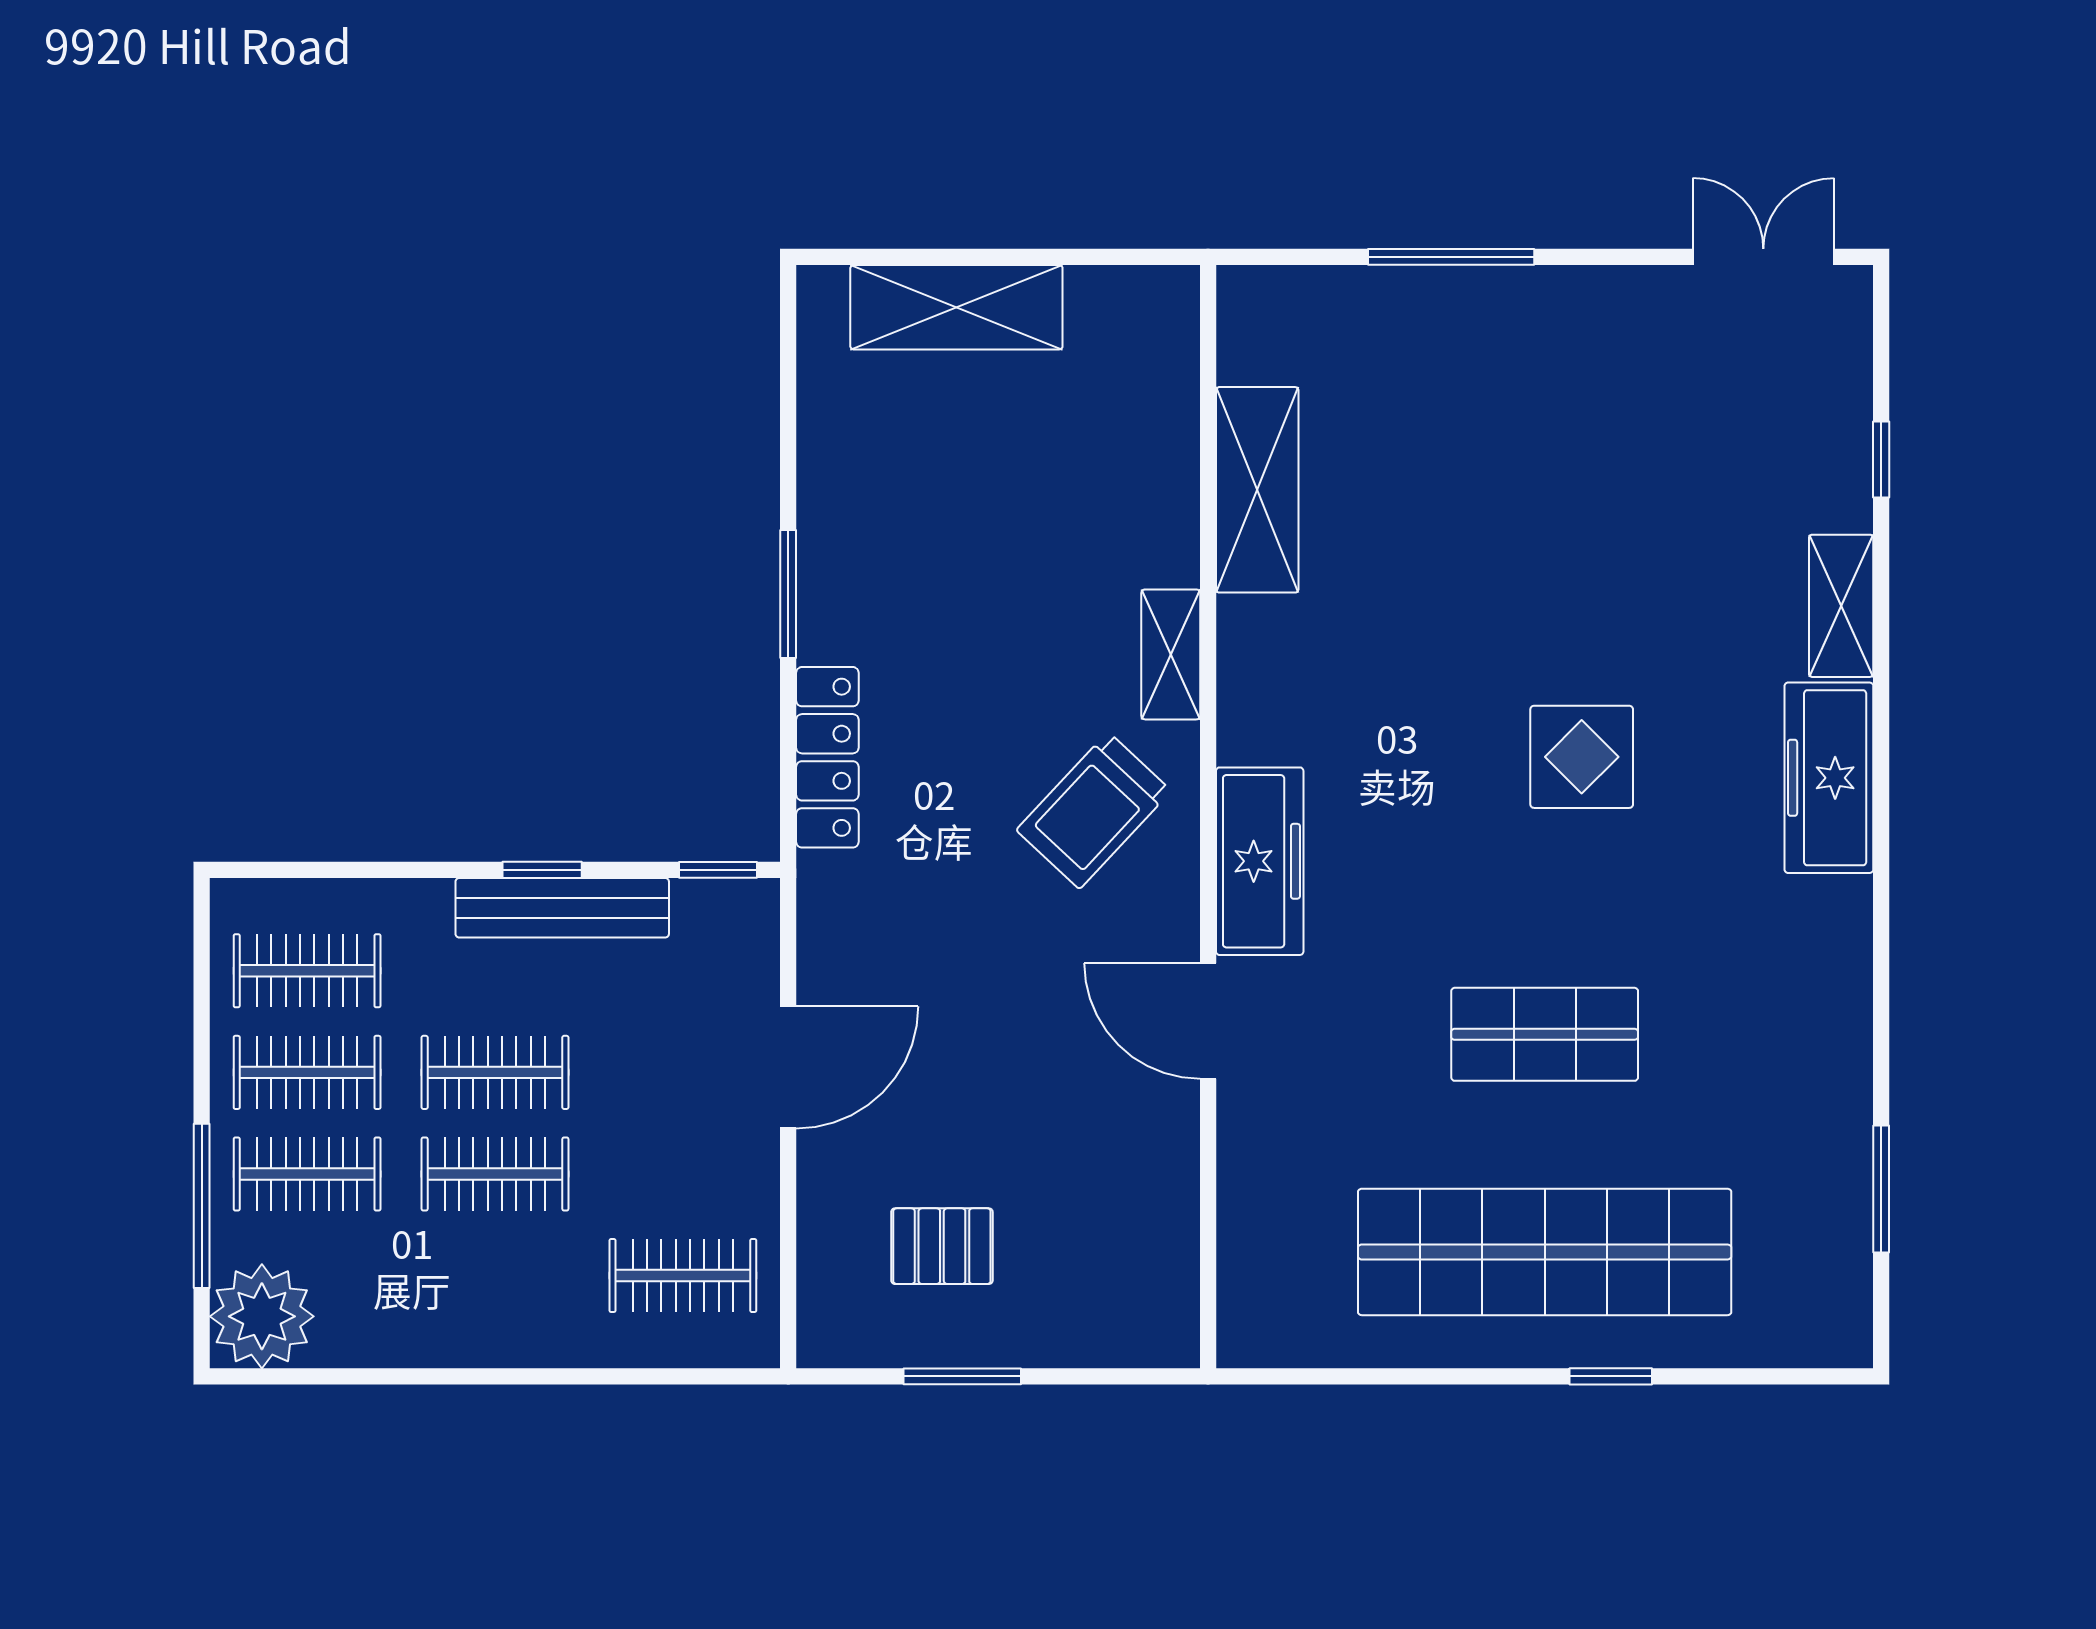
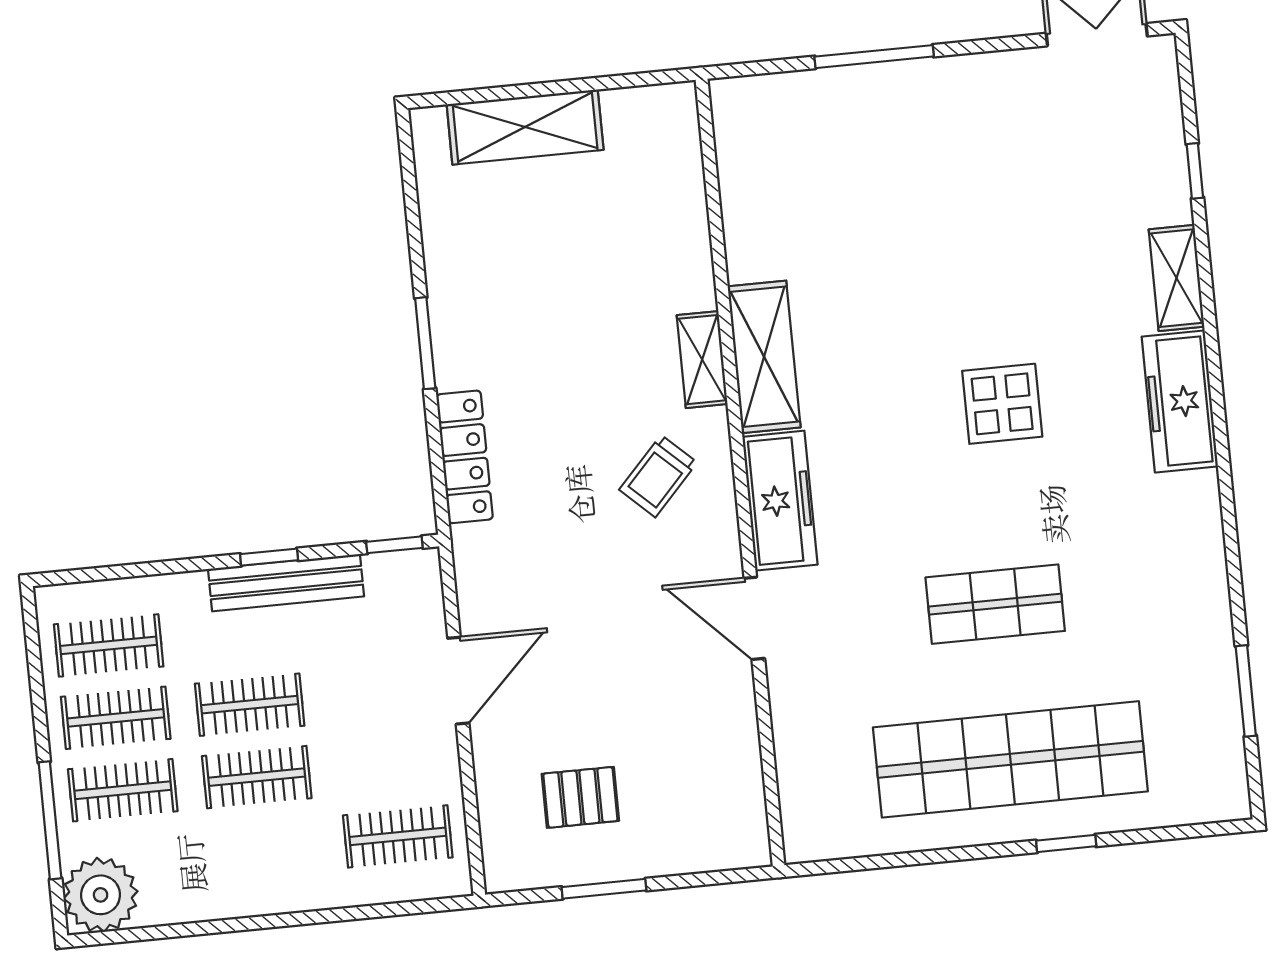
shelving: (1257, 490) -> (764, 357), moved
trolley: (1094, 810) -> (658, 476), width x0.73, depth x0.72

